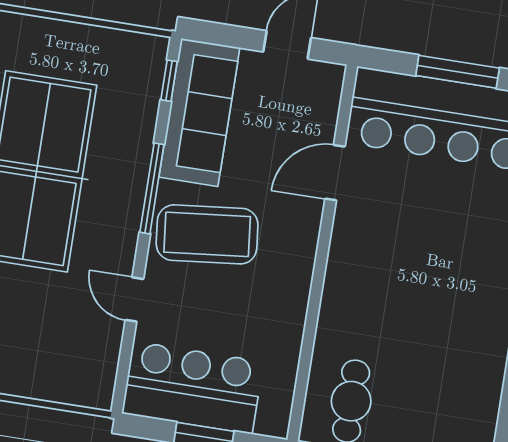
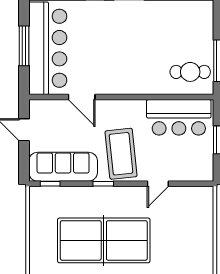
window: (152, 188) -> (103, 184), width x0.46
bar counter: (193, 388) -> (179, 117), moved, turned -90

